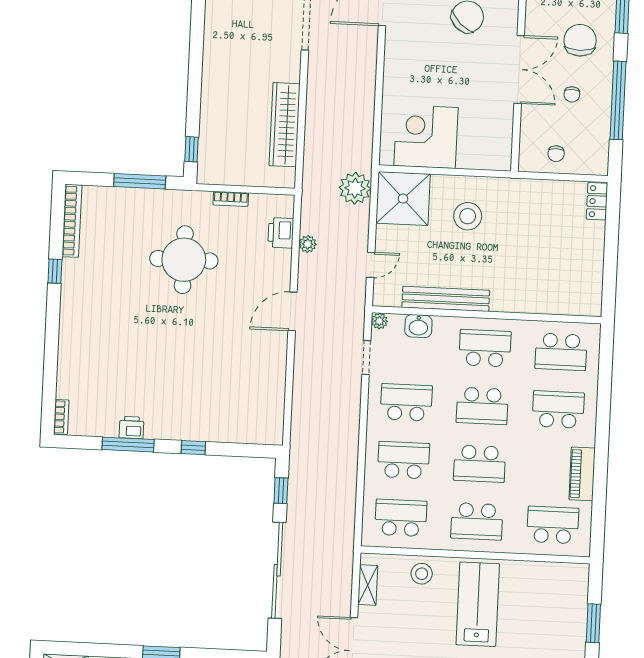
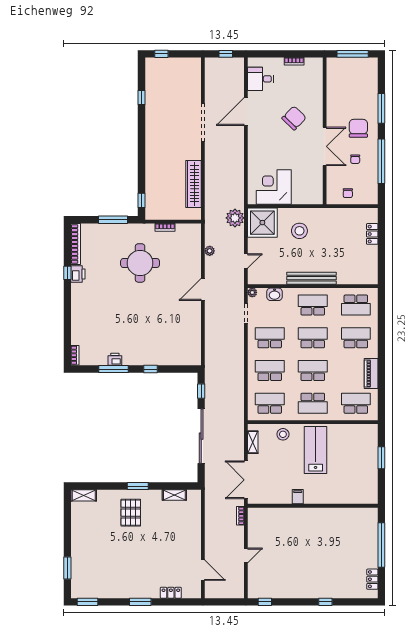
locker: (597, 201) -> (372, 234), moved
printer: (281, 233) -> (78, 274), moved, turned 180
bench: (446, 299) -> (312, 278), moved
school desk: (482, 406) -> (313, 338), turned 180
school desk: (480, 464) -> (313, 371), turned 180

